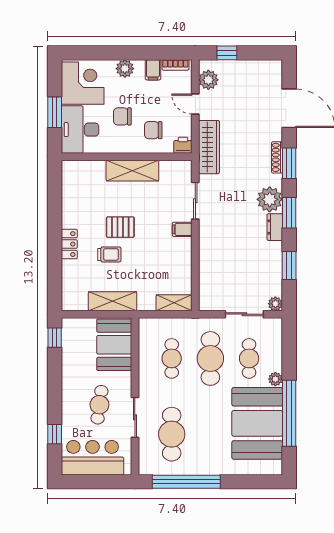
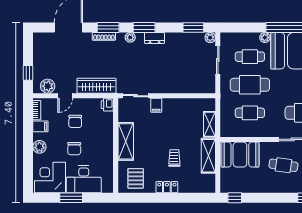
chair: (153, 130) -> (75, 121), moved
printer: (183, 145) -> (107, 105), moved
wall: (127, 157) -> (116, 146), moved
shelving: (132, 171) -> (126, 141), moved
plant: (270, 199) -> (130, 37), width x0.53, depth x0.53
pallet: (120, 227) -> (136, 178), moved
window: (289, 265) -> (193, 28), moved
shelving: (174, 303) -> (209, 124), moved

